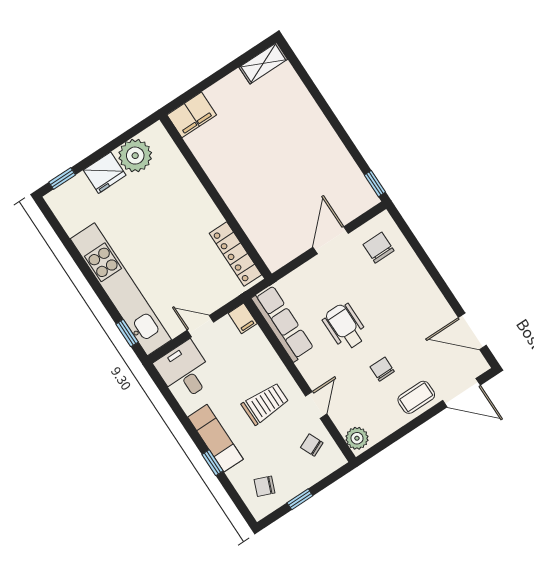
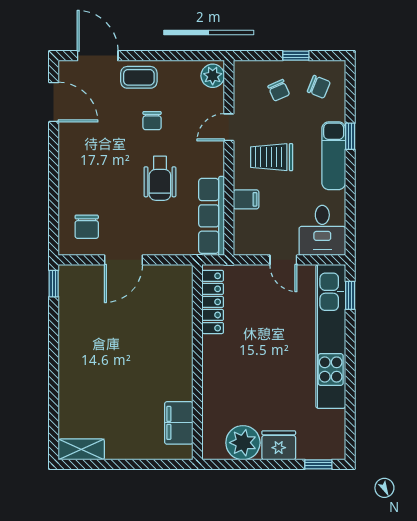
filing cabinet: (192, 115) -> (179, 423), moved, turned -90
filing cabinet: (243, 318) -> (246, 199), moved, turned 90
chair: (312, 445) -> (279, 90), moved

